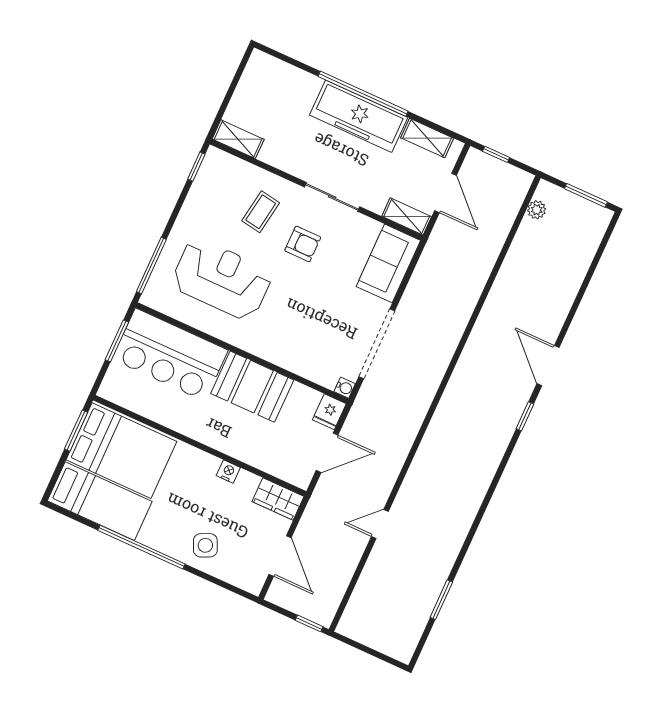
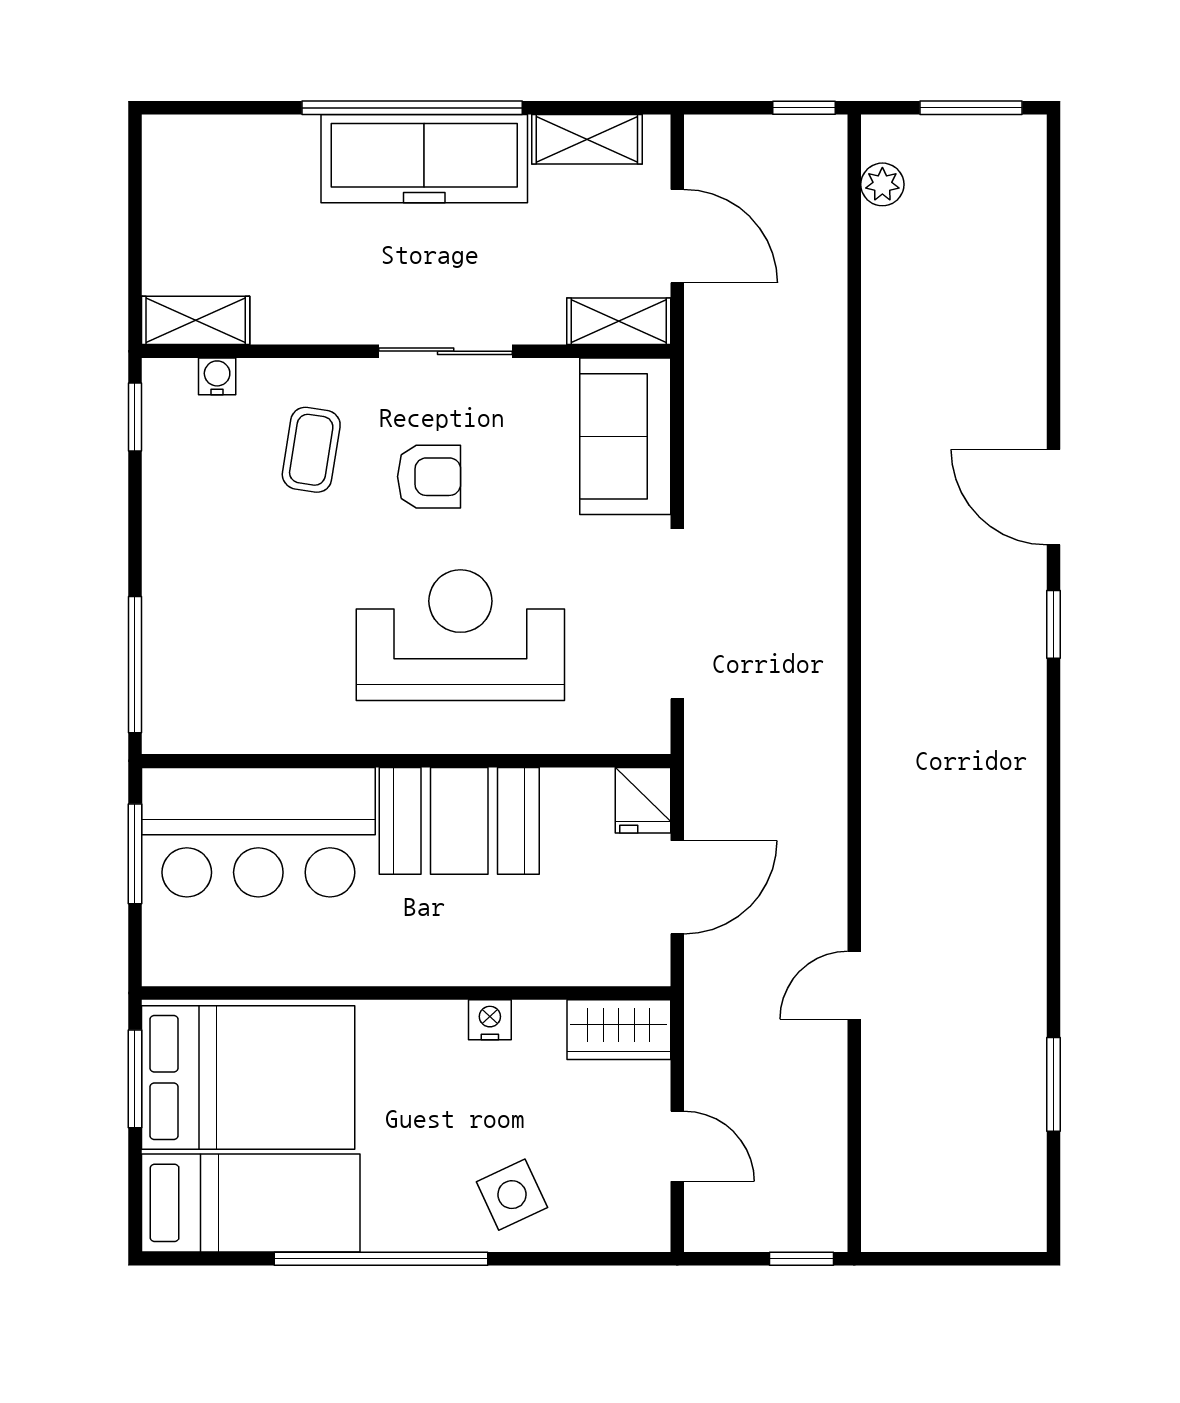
window: (496, 154) -> (804, 108), moved
reception desk: (222, 279) -> (460, 635), moved
water cooler: (345, 388) -> (217, 376), moved, turned -90
door: (280, 556) -> (677, 1146), width x0.73

